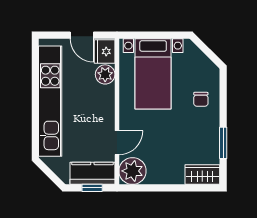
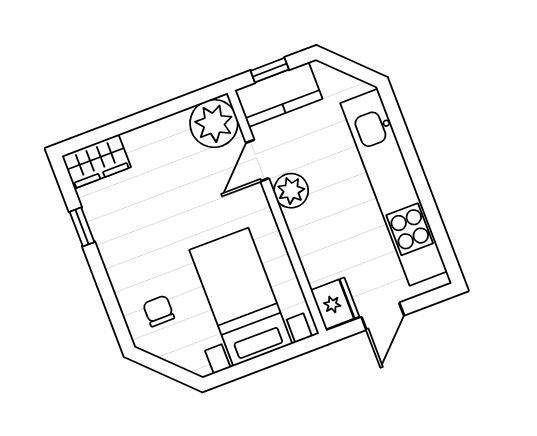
door: (82, 35) -> (383, 316), swing flipped
plant: (105, 74) -> (291, 191), moved
chair: (201, 99) -> (159, 311), moved
window: (223, 143) -> (82, 227), width x0.67

